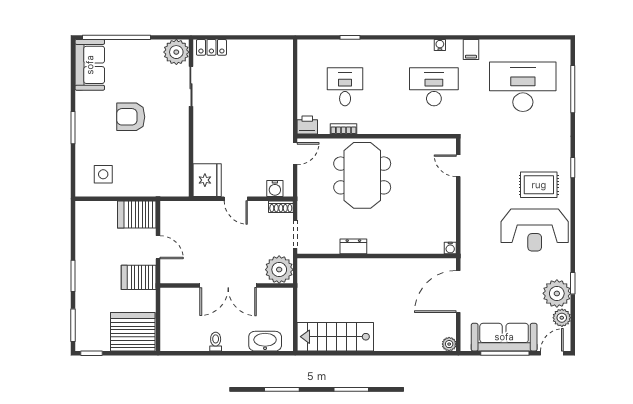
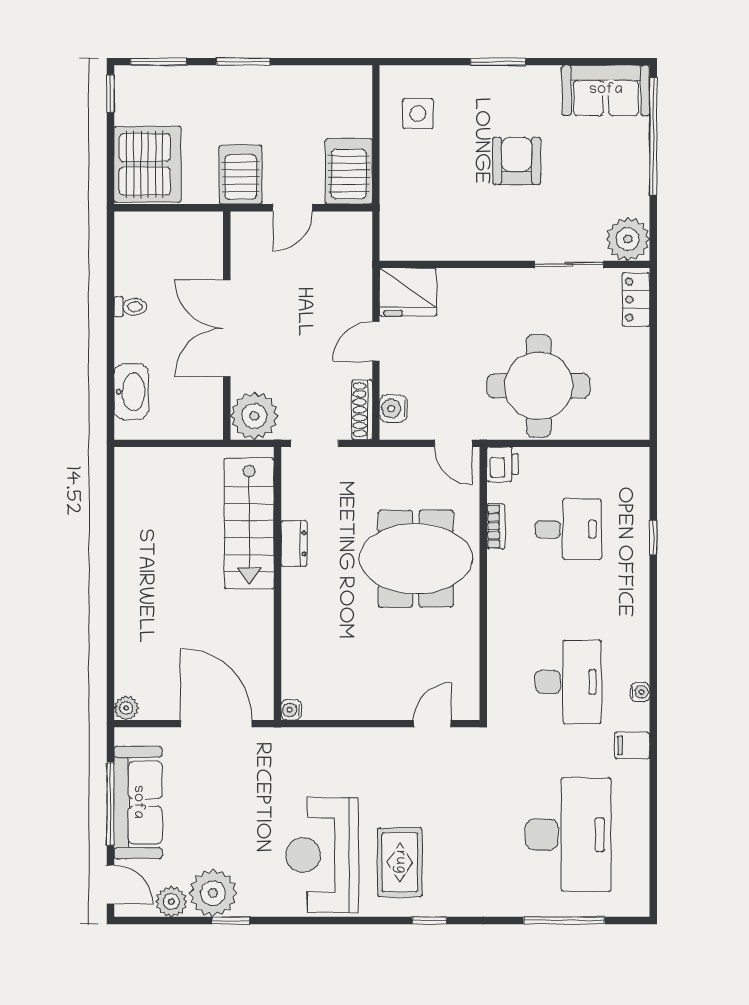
round table: (262, 104) -> (539, 386), added
shoe rack: (281, 207) -> (362, 410), width x1.43
stairs: (335, 337) -> (249, 524), moved, turned 180

